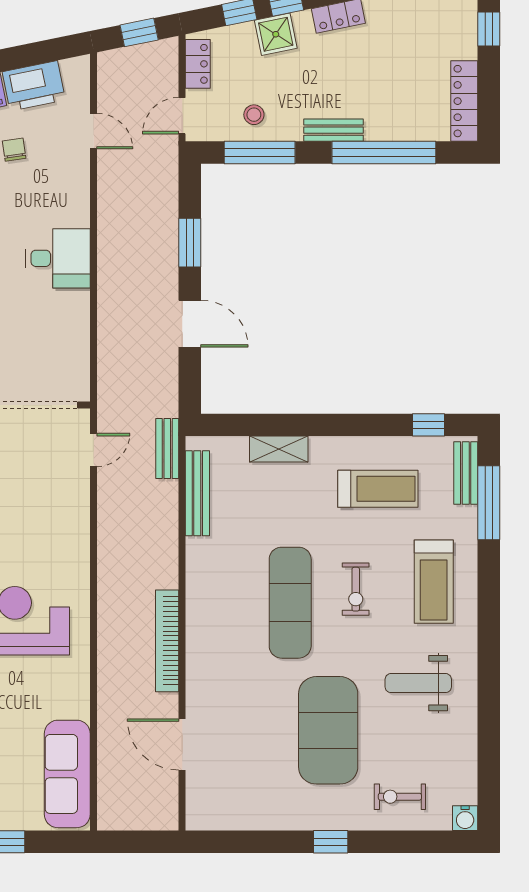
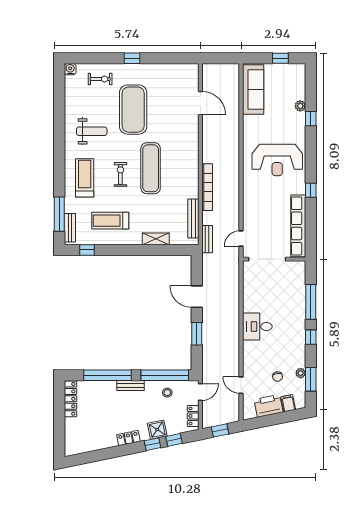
window: (489, 29) -> (59, 432), removed
window: (260, 153) -> (165, 375), width x1.46
bookcase: (167, 641) -> (207, 187), moved

